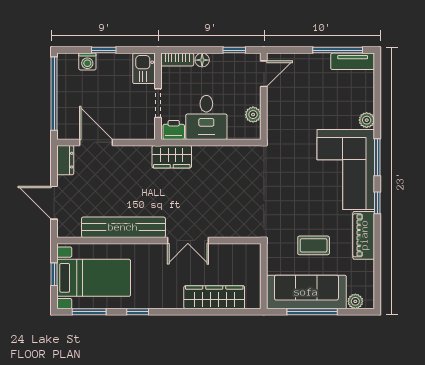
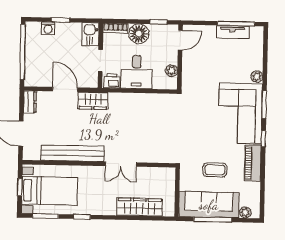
floor lamp: (202, 60) -> (139, 34), width x1.89, depth x1.89
tv unit: (353, 61) -> (233, 32), moved
door: (96, 142) -> (65, 89), moved
wardrobe: (172, 157) -> (93, 101), moved

